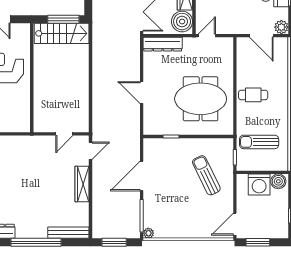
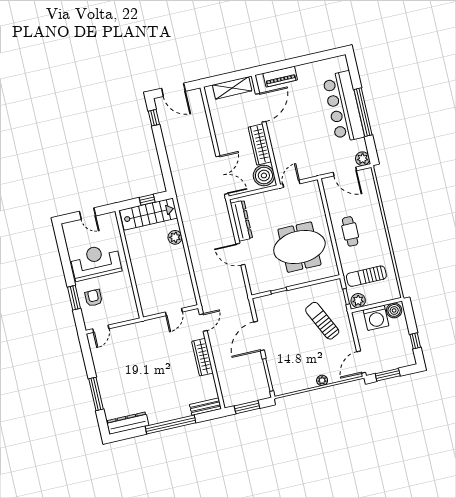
window: (63, 19) -> (147, 200), width x0.46
dresser: (163, 44) -> (241, 221), moved, turned -90
plant: (82, 62) -> (175, 237), added
cafe table: (253, 95) -> (350, 231), turned 90
plant: (246, 164) -> (358, 301), added
bench: (68, 233) -> (205, 407), width x0.73
plant: (148, 233) -> (322, 380), moved

